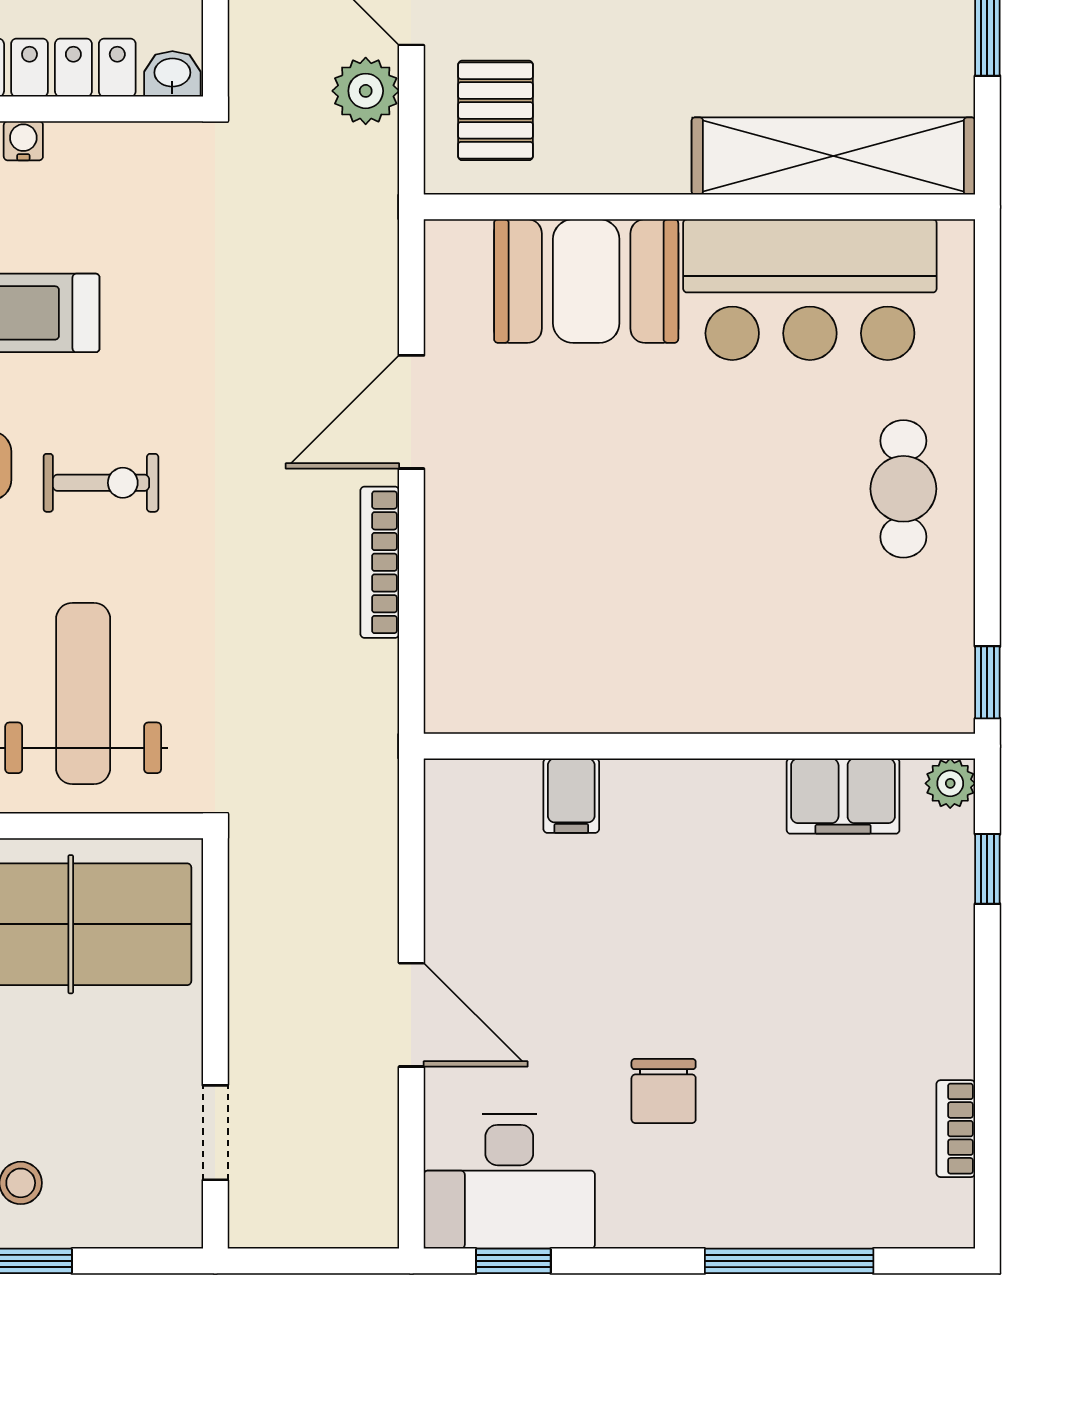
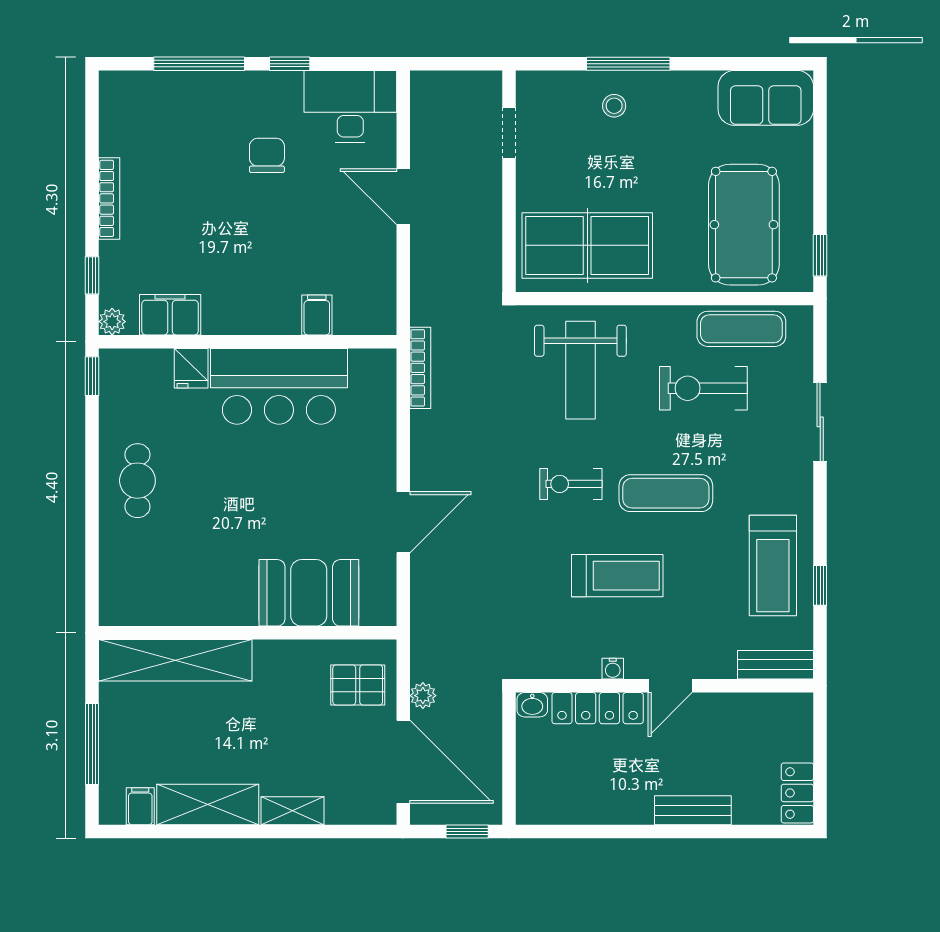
plant: (366, 91) -> (423, 696), width x0.73, depth x0.73
pallet: (496, 110) -> (358, 685), turned 90
bar counter: (810, 290) -> (279, 386), moved, turned 180
bookcase: (380, 562) -> (420, 368), moved
fridge: (804, 697) -> (191, 368), added
bookcase: (956, 1129) -> (109, 198), moved, width x1.56
window: (513, 1261) -> (290, 64), moved

